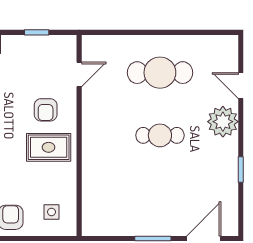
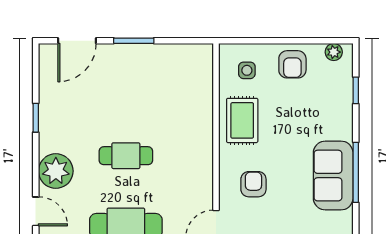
rug: (49, 147) -> (242, 120), moved, turned 90

